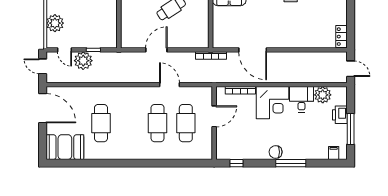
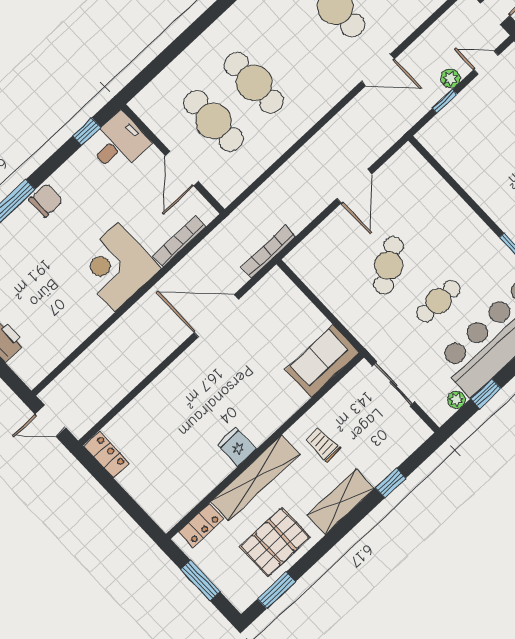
plant: (83, 61) -> (450, 78), width x0.53, depth x0.53
door: (170, 85) -> (378, 70), moved
plant: (323, 95) -> (55, 346), removed
desk: (302, 99) -> (119, 143), moved, turned -90

